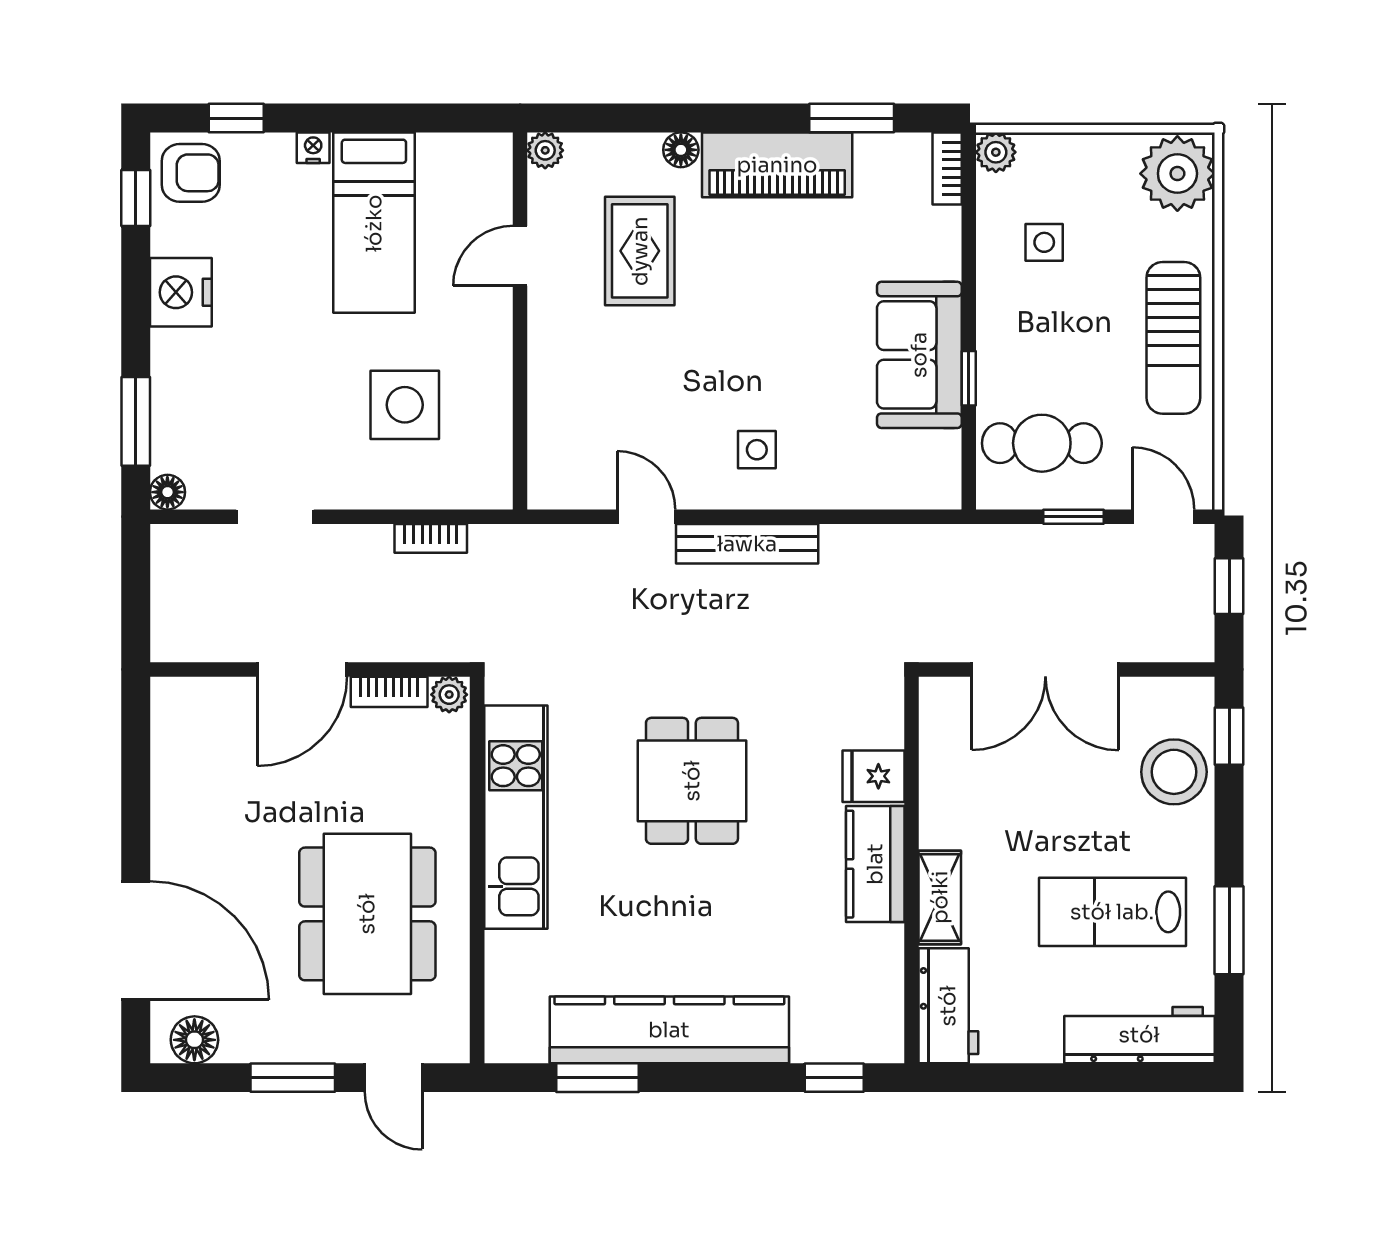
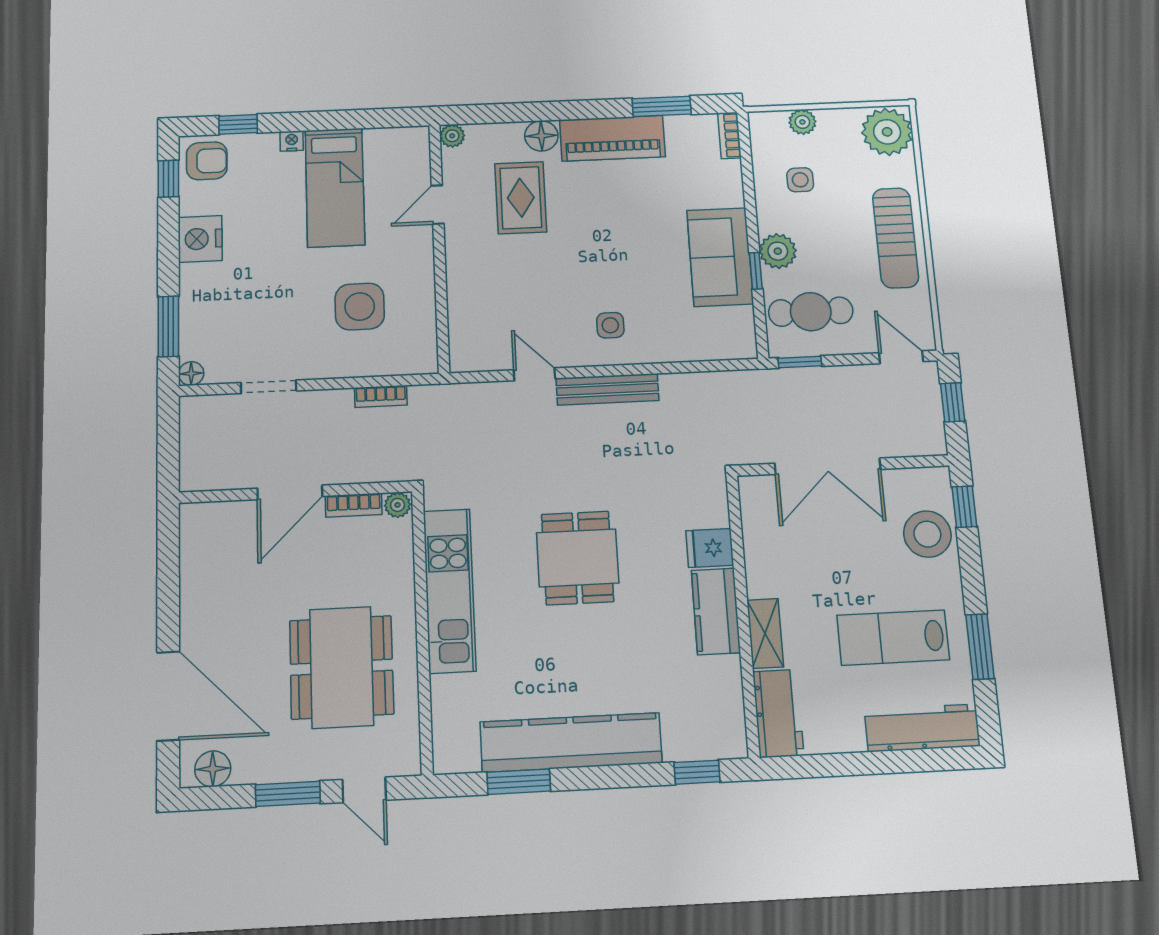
floor lamp: (681, 150) -> (541, 136), width x1.37, depth x1.37
plant: (996, 152) -> (802, 122), moved
plant: (1003, 350) -> (778, 251), added
window: (1073, 517) -> (800, 362), moved

